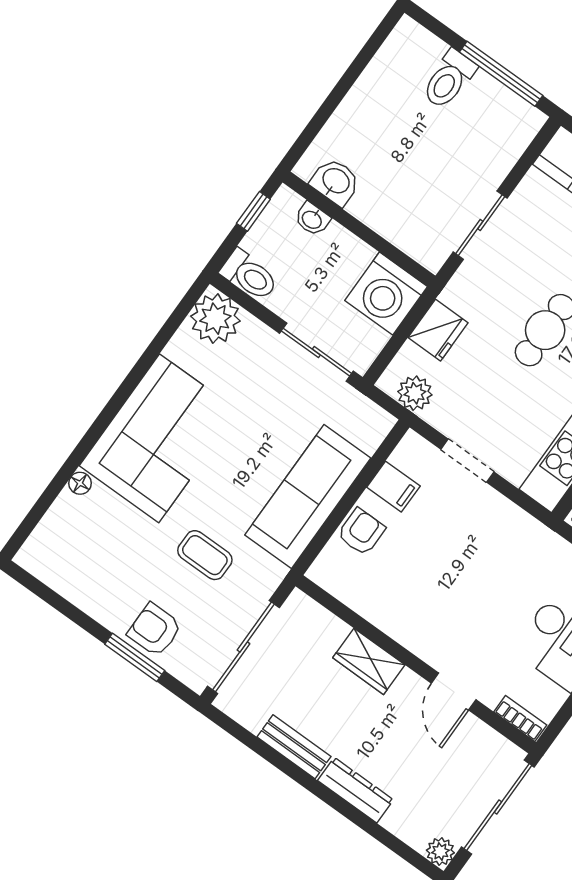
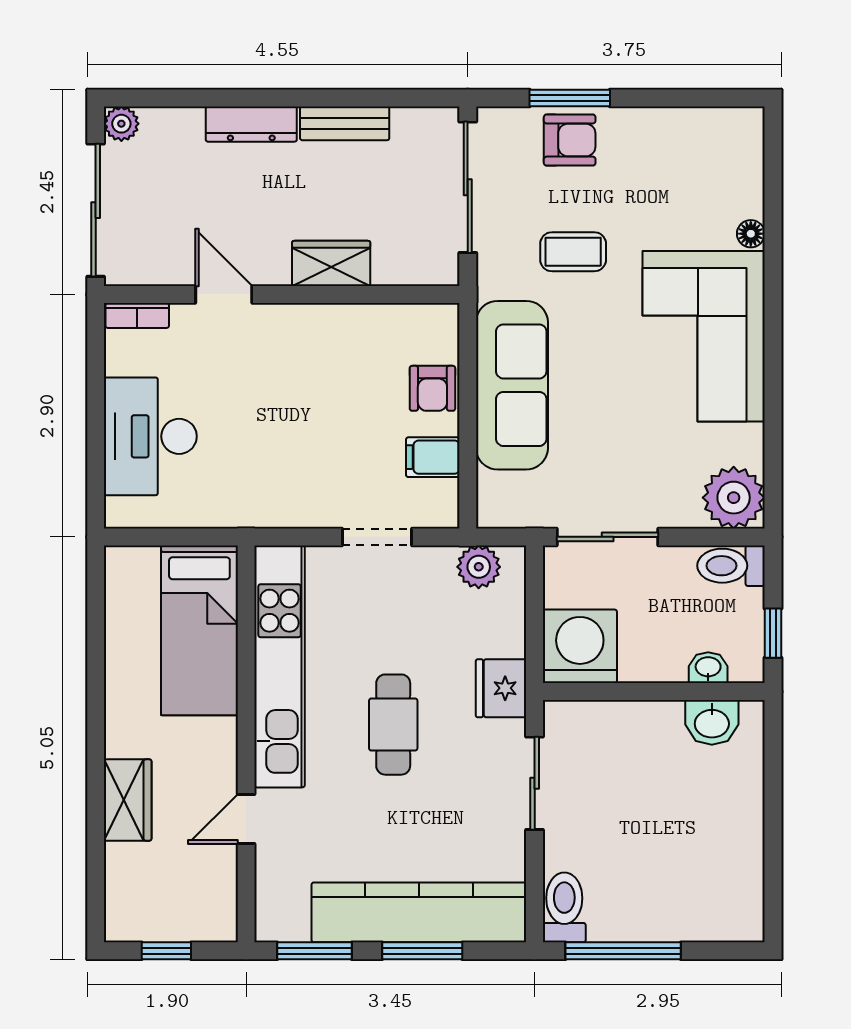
toilet: (449, 79) -> (564, 907), moved
fridge: (438, 330) -> (501, 688), moved

